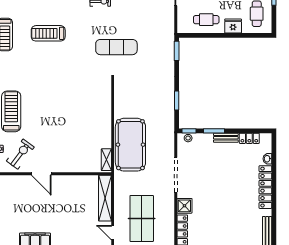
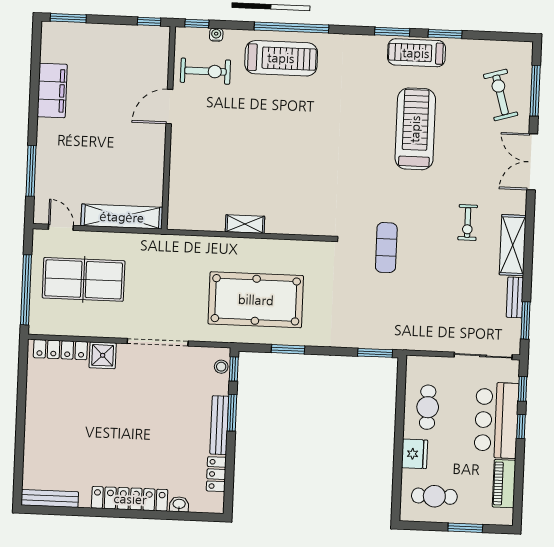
treadmill: (48, 33) -> (415, 129), width x1.37, depth x1.38
exercise mat: (116, 47) -> (386, 248), width x0.73, depth x0.69
bench: (226, 138) -> (219, 425), width x1.36
pool table: (130, 145) -> (256, 300), moved
exercise bike: (20, 154) -> (205, 71), turned -37
shelving: (106, 160) -> (245, 224), moved
door: (113, 233) -> (61, 227), hinge flipped

